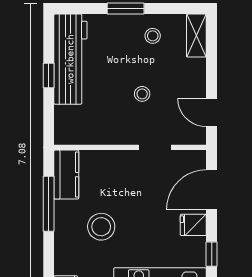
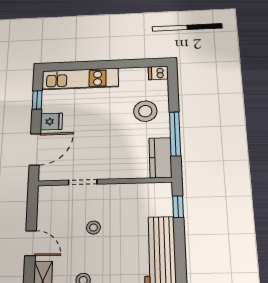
window: (49, 76) -> (178, 207), moved
door: (212, 113) -> (31, 243), moved
stool: (101, 227) -> (145, 111), moved

